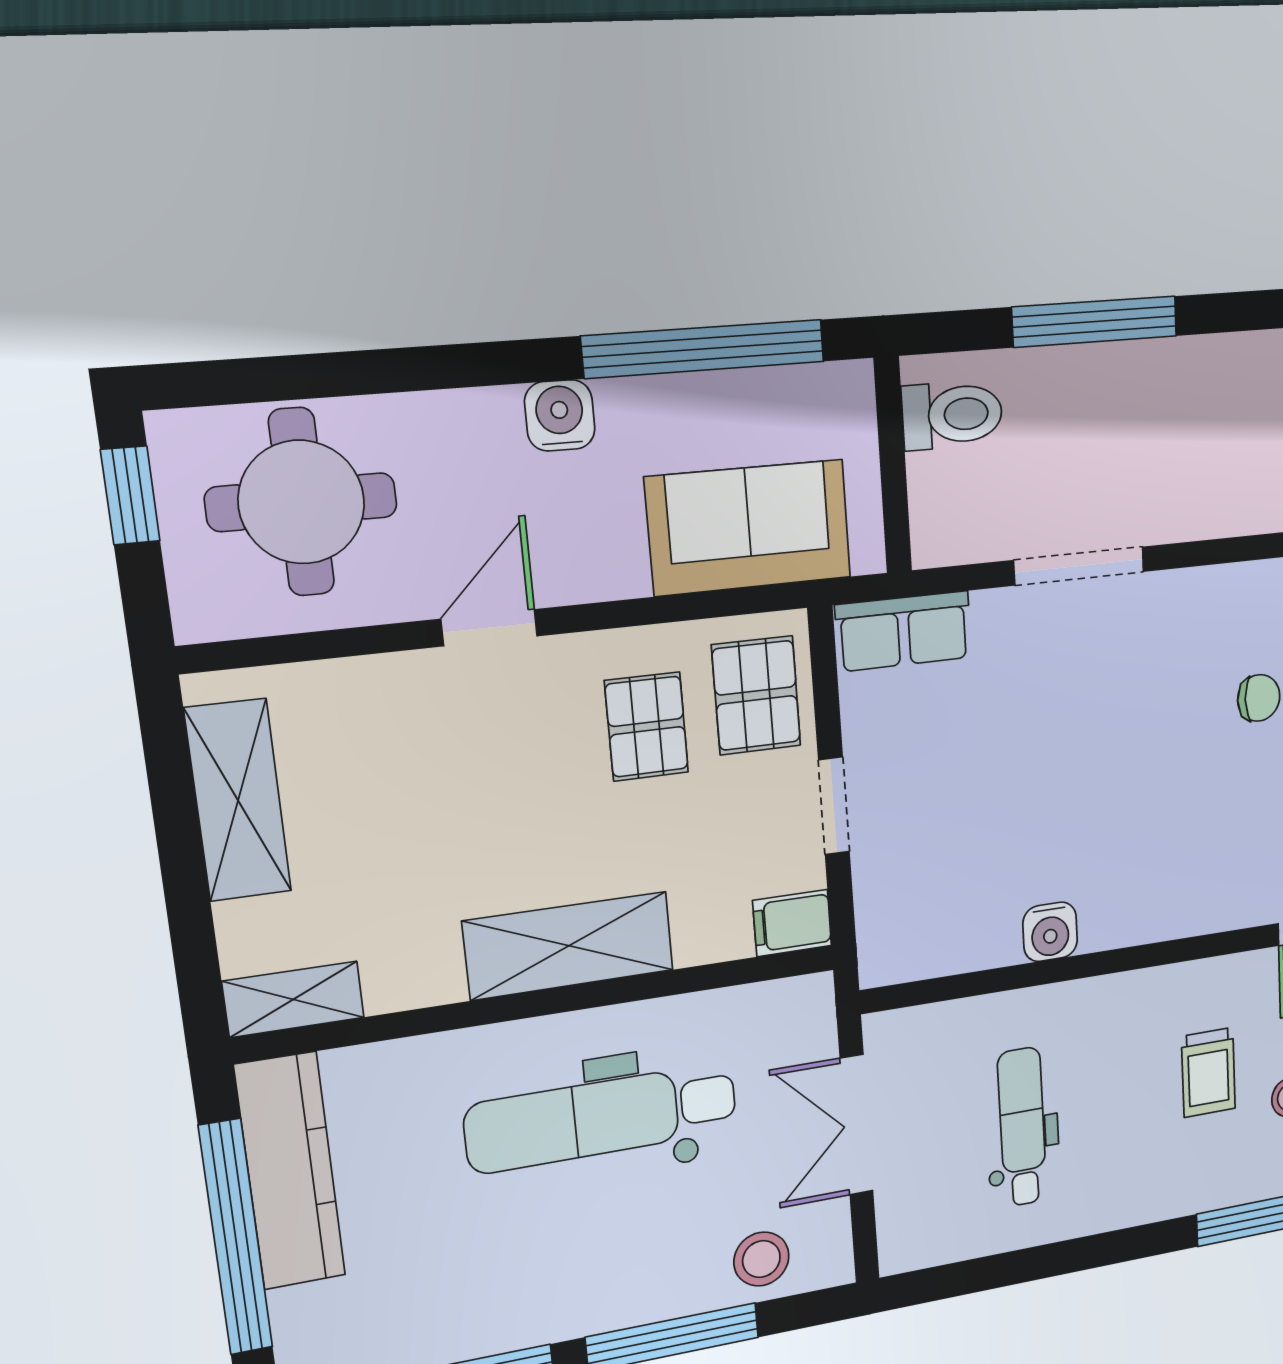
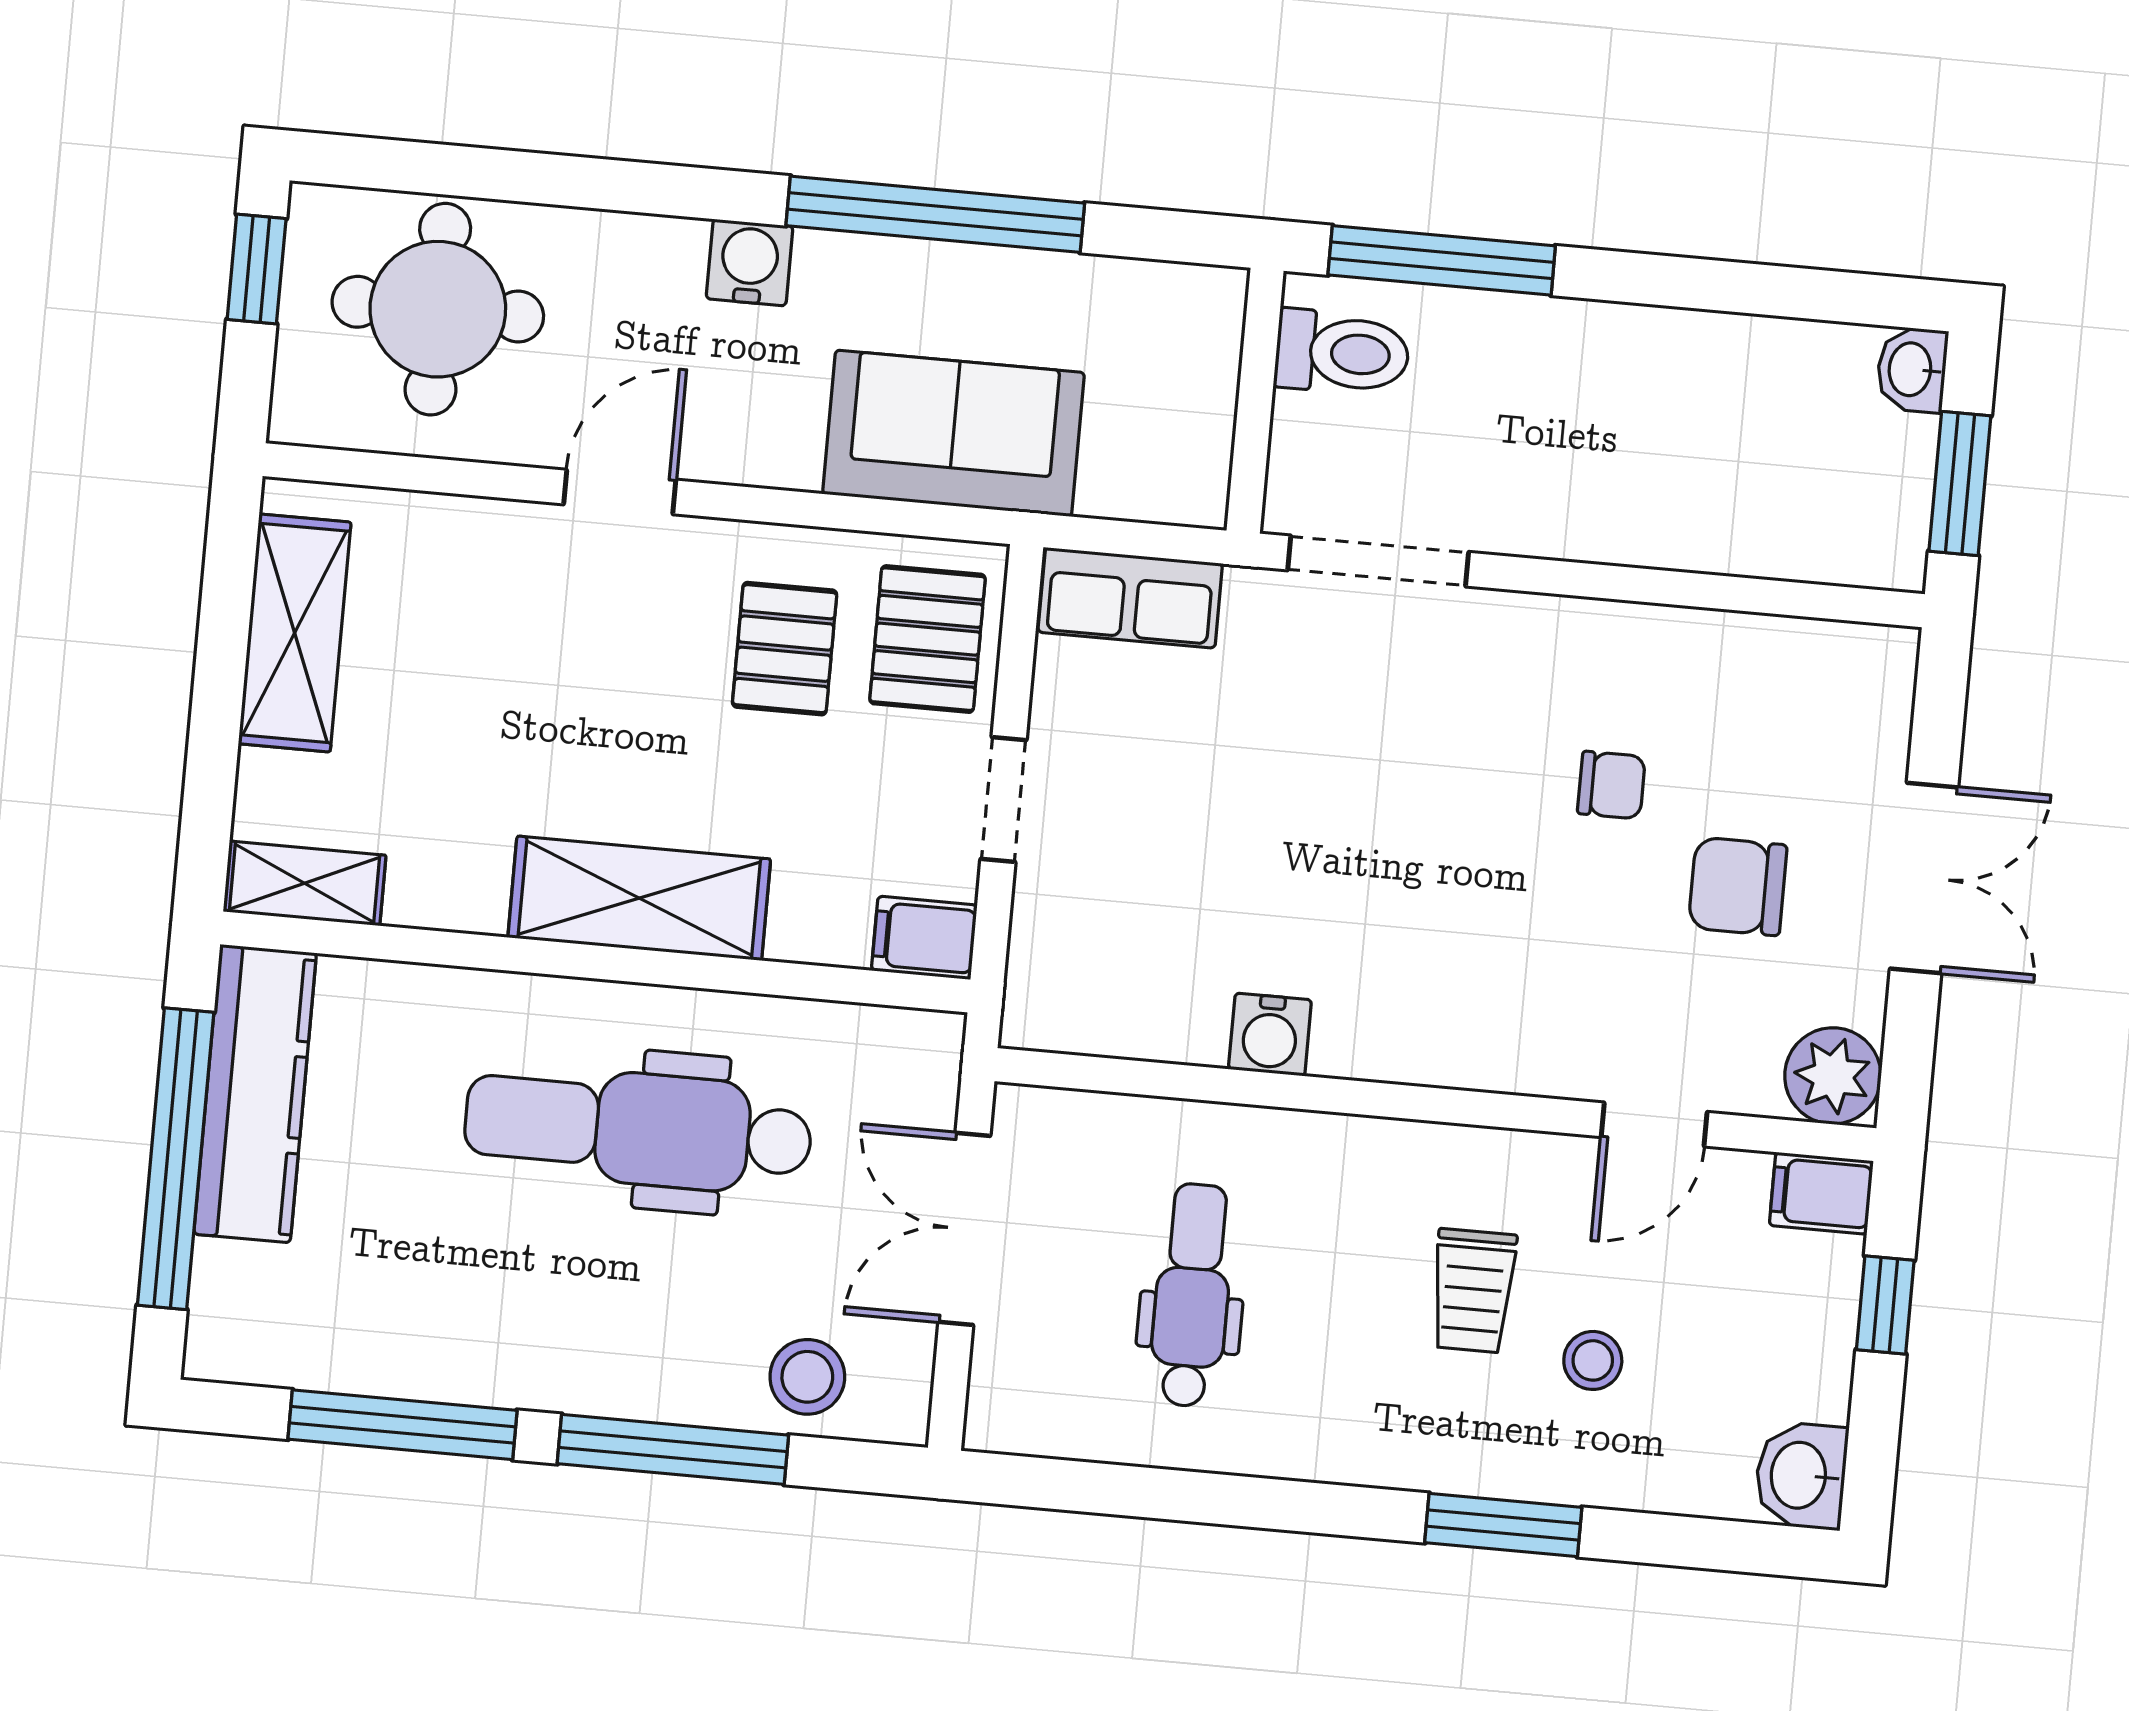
toilet: (952, 415) -> (1342, 353), moved
wall: (893, 465) -> (1255, 401), moved

